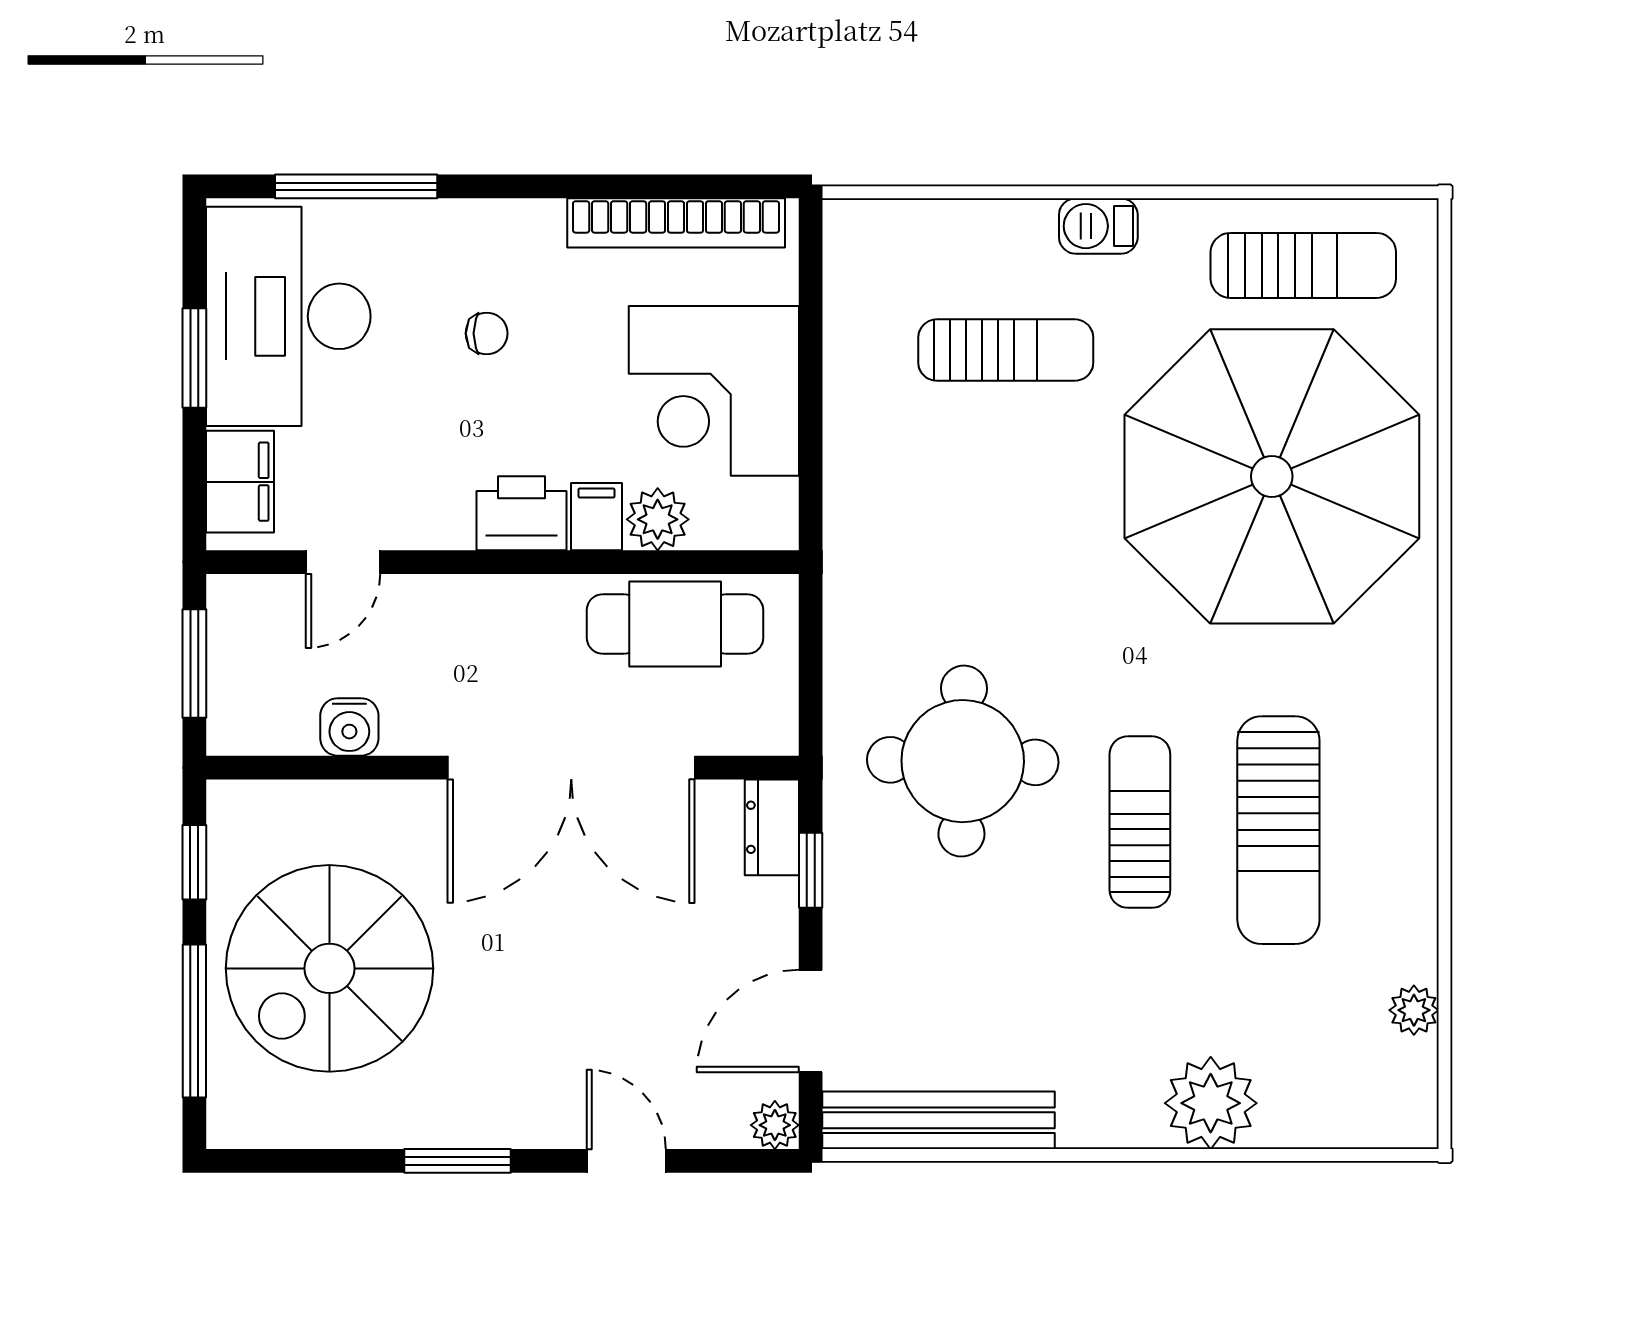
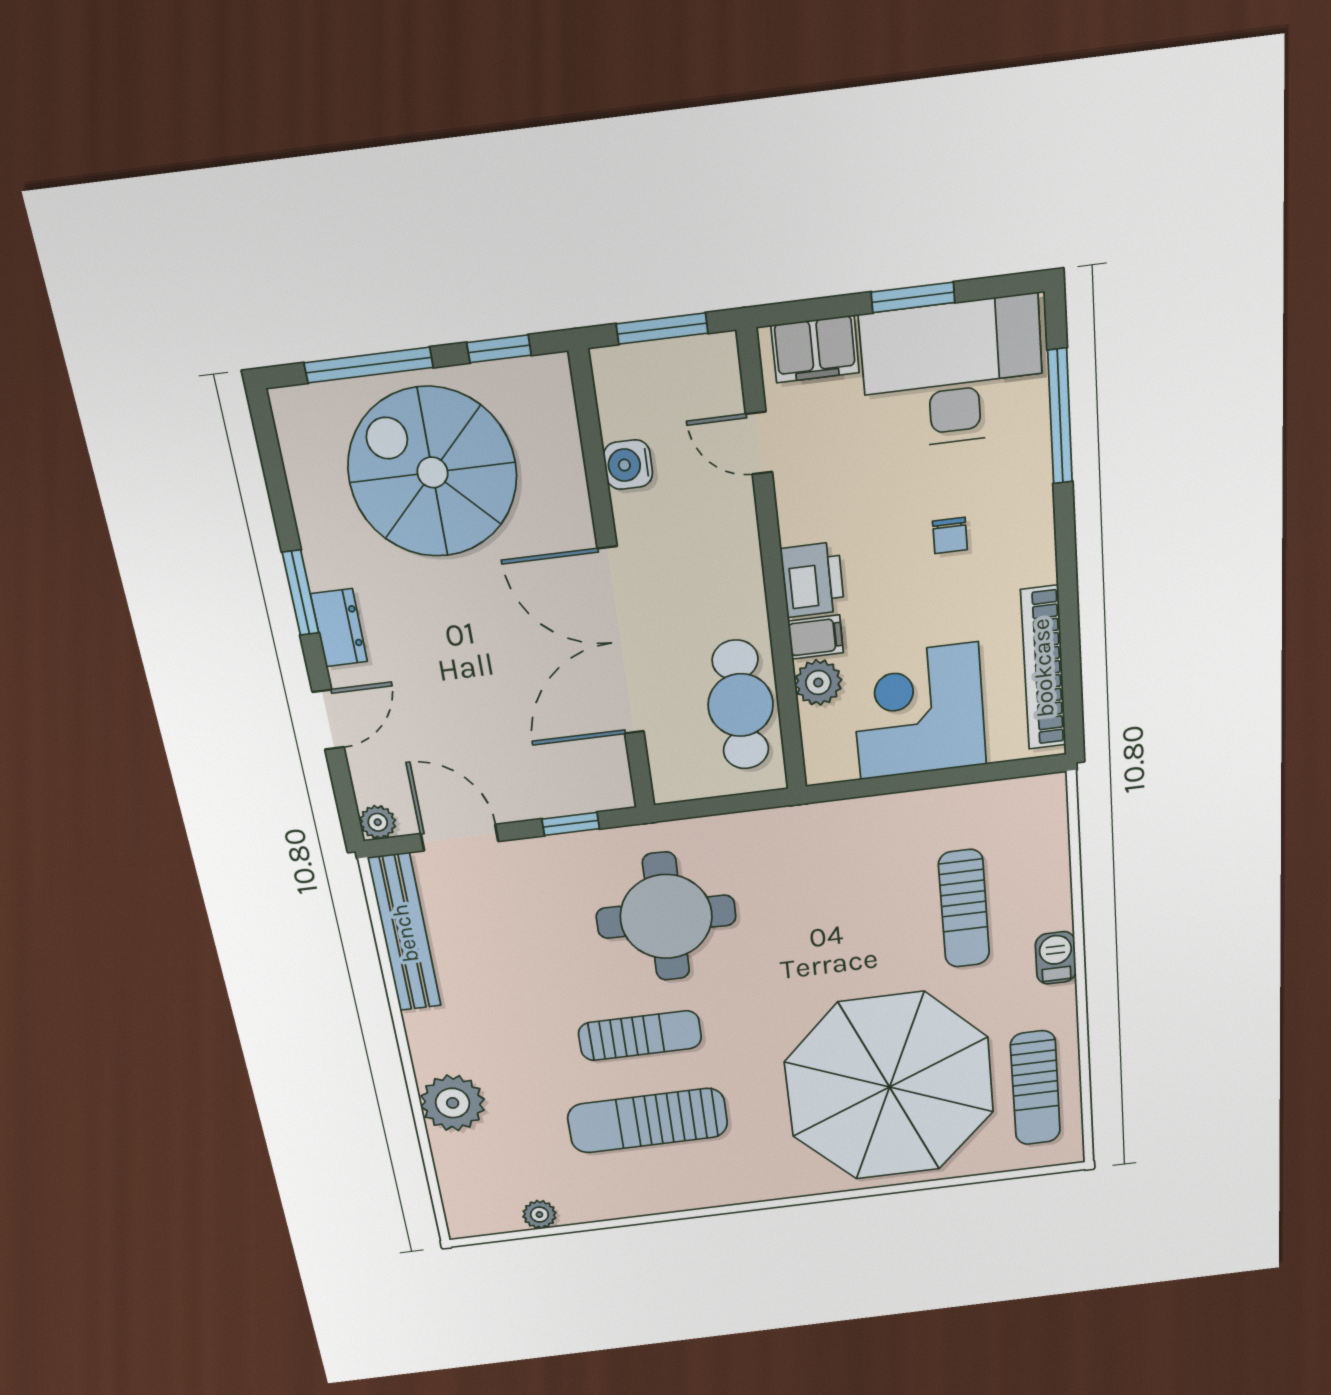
dresser: (772, 827) -> (339, 628), moved, turned 90

